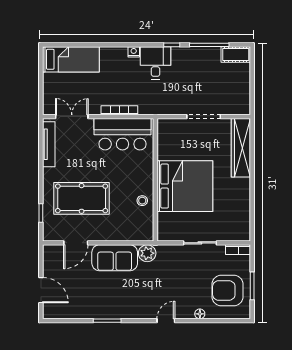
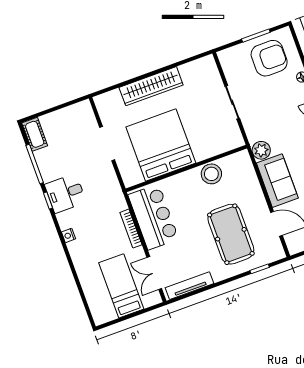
bed: (71, 59) -> (121, 286), moved
desk: (156, 63) -> (65, 193), moved
wardrobe: (241, 148) -> (151, 86), moved
bed: (185, 186) -> (161, 145), moved
stool: (142, 201) -> (211, 174), width x1.89, depth x1.89
bookcase: (238, 250) -> (225, 62), removed
armchair: (228, 291) -> (269, 58), turned -90

